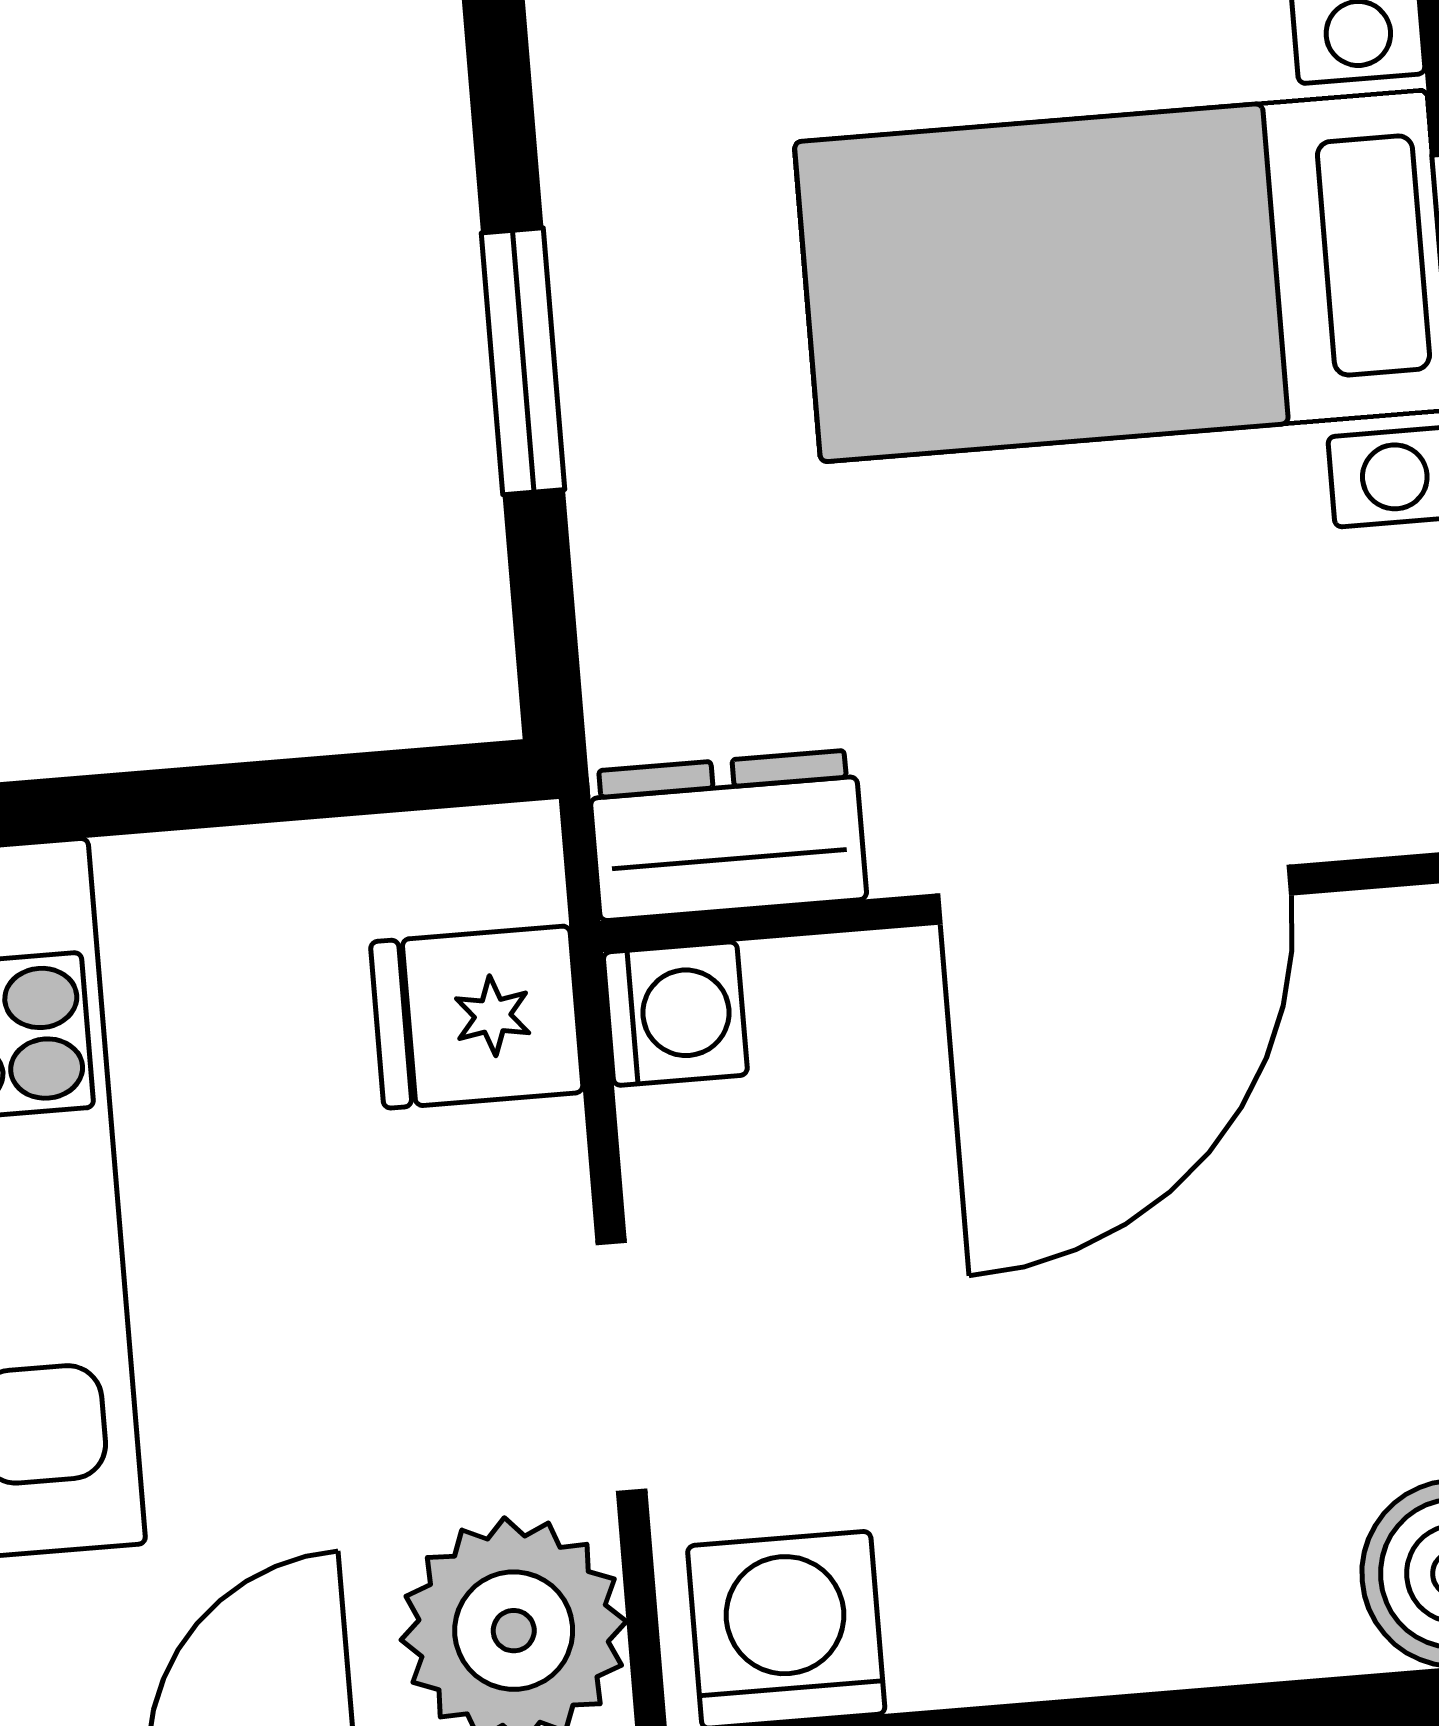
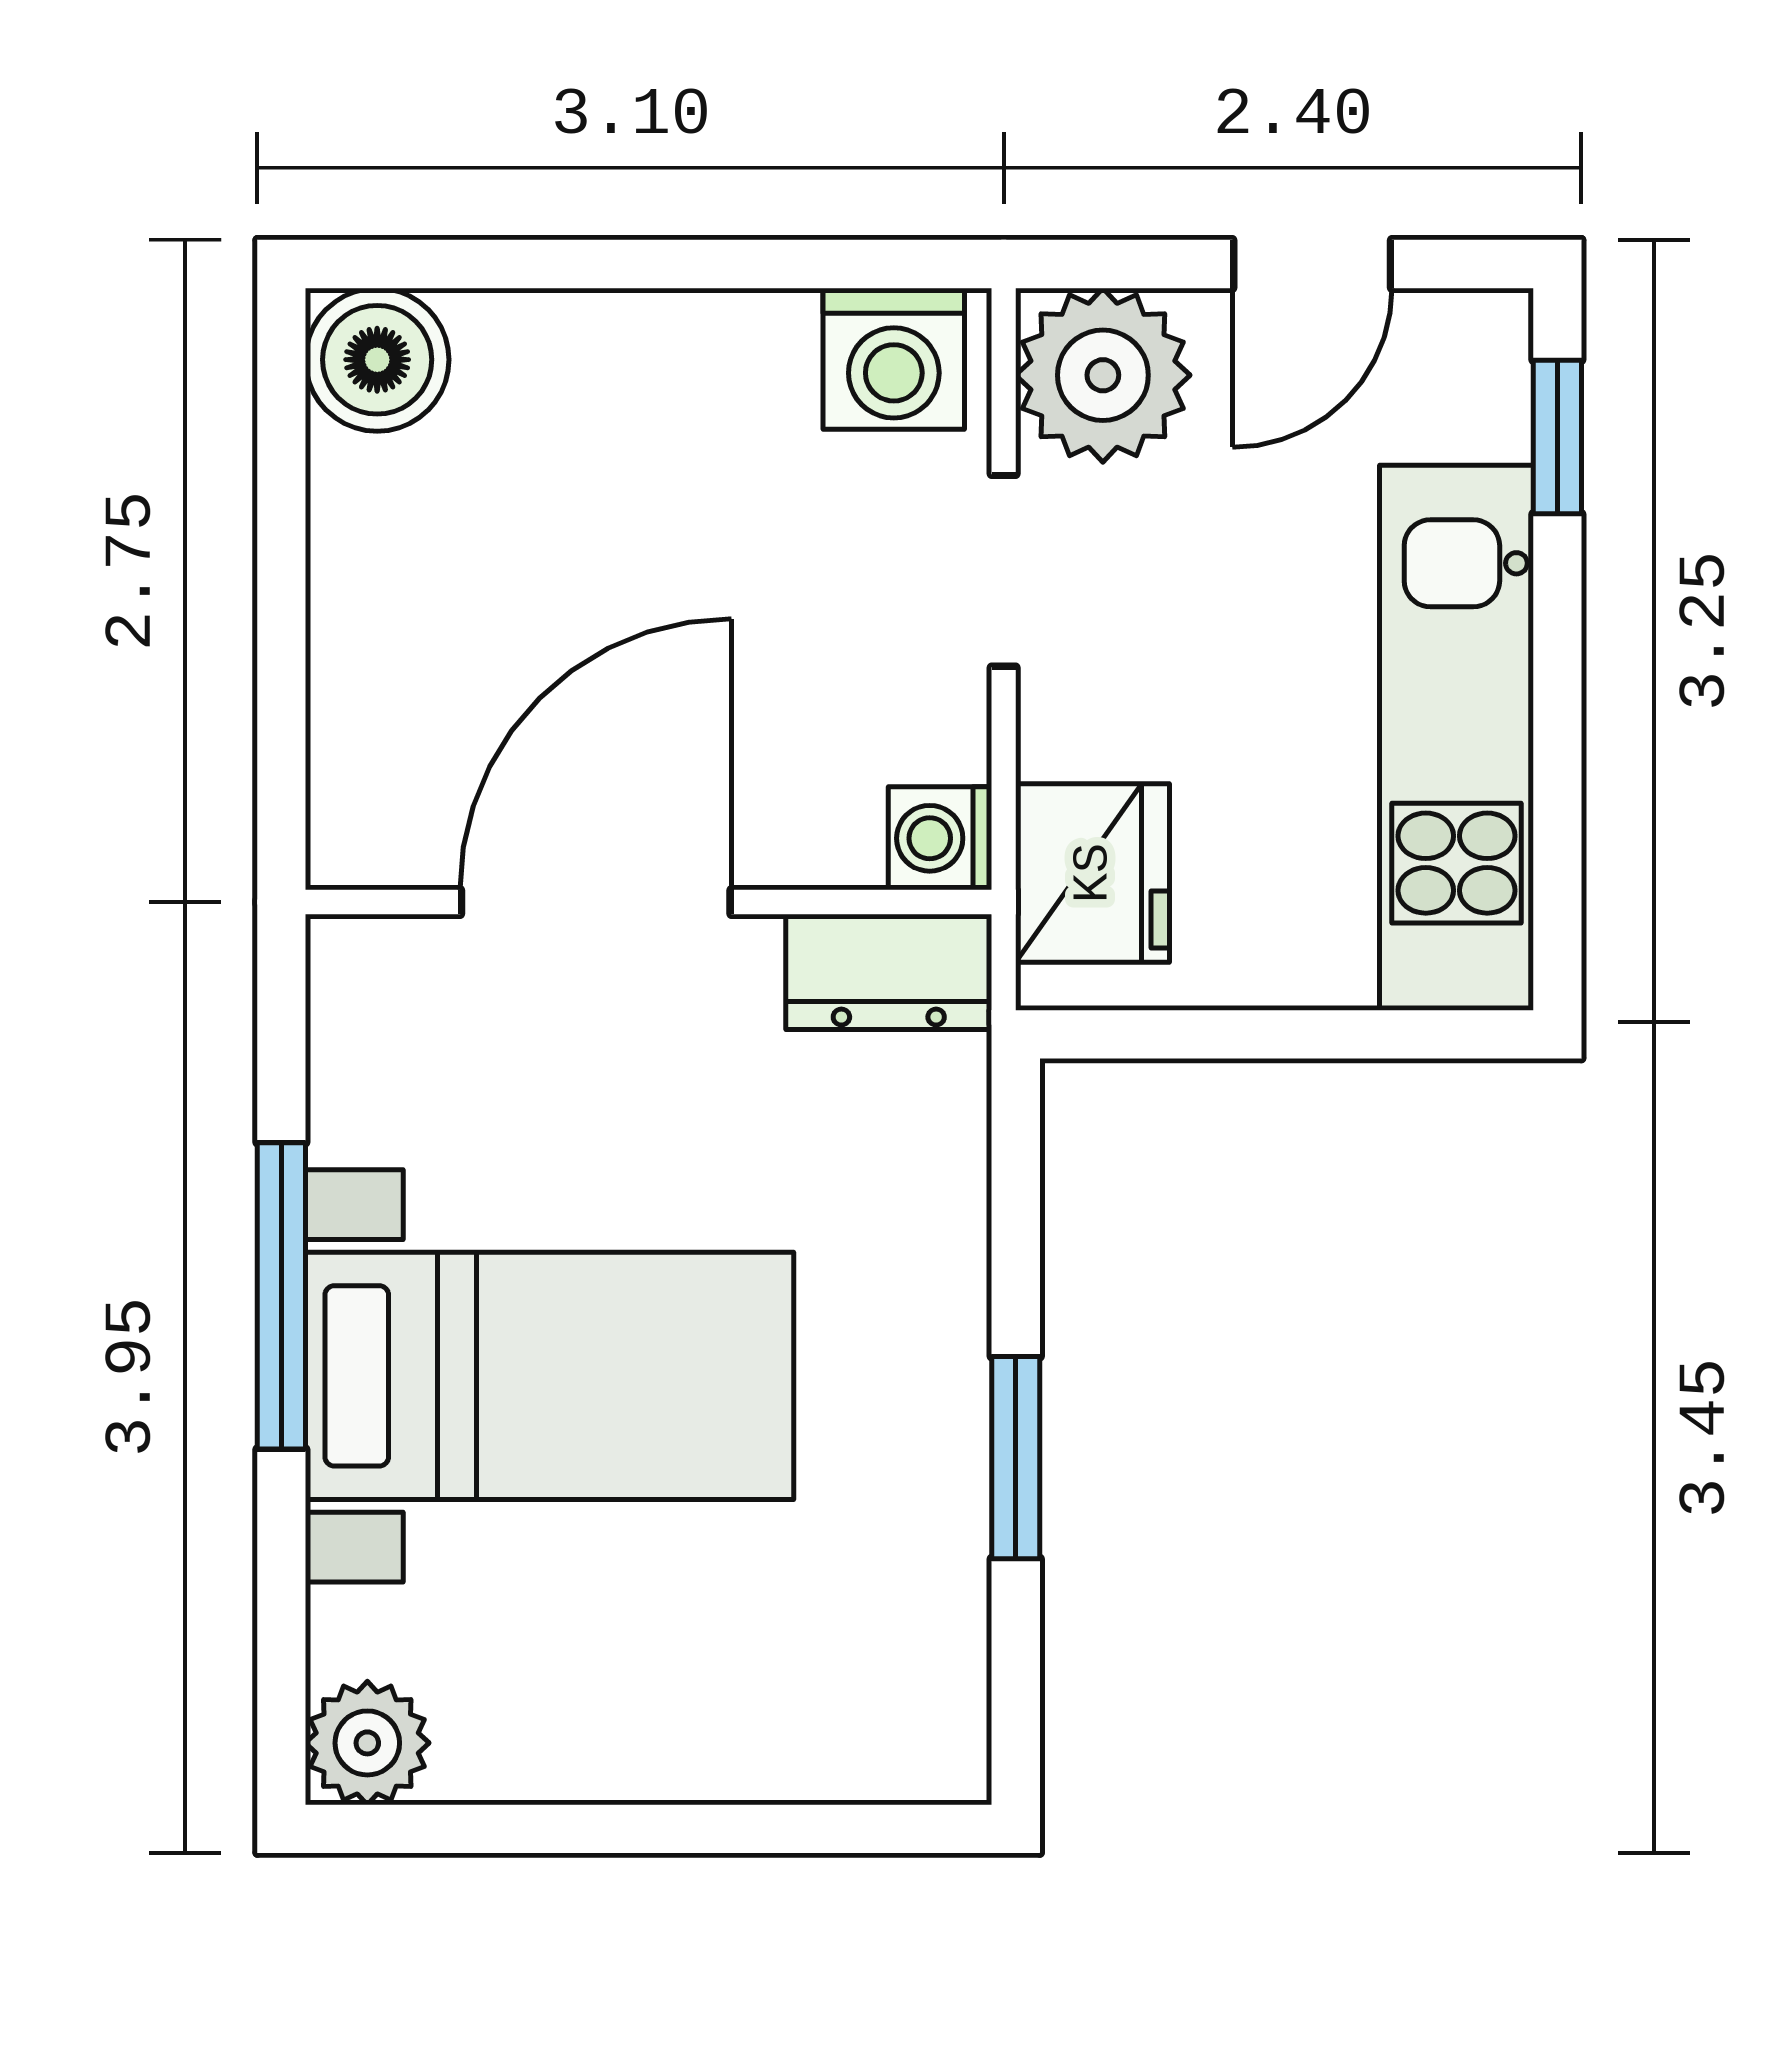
window: (523, 361) -> (1016, 1458), moved
fridge: (477, 1017) -> (1093, 873), width x1.38

